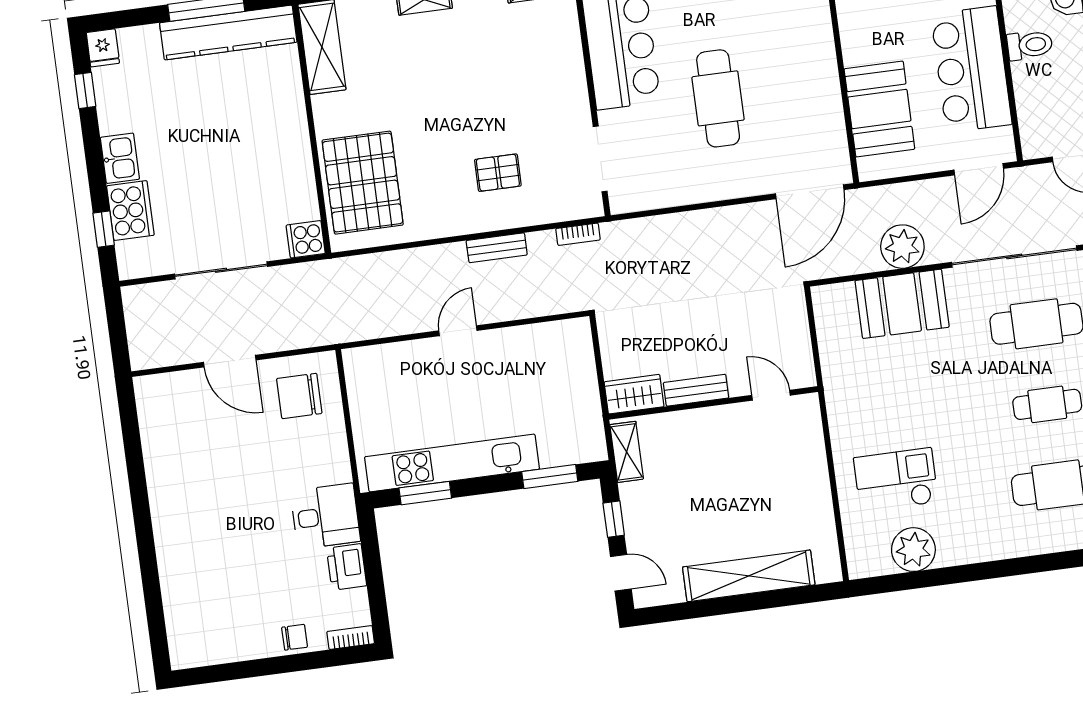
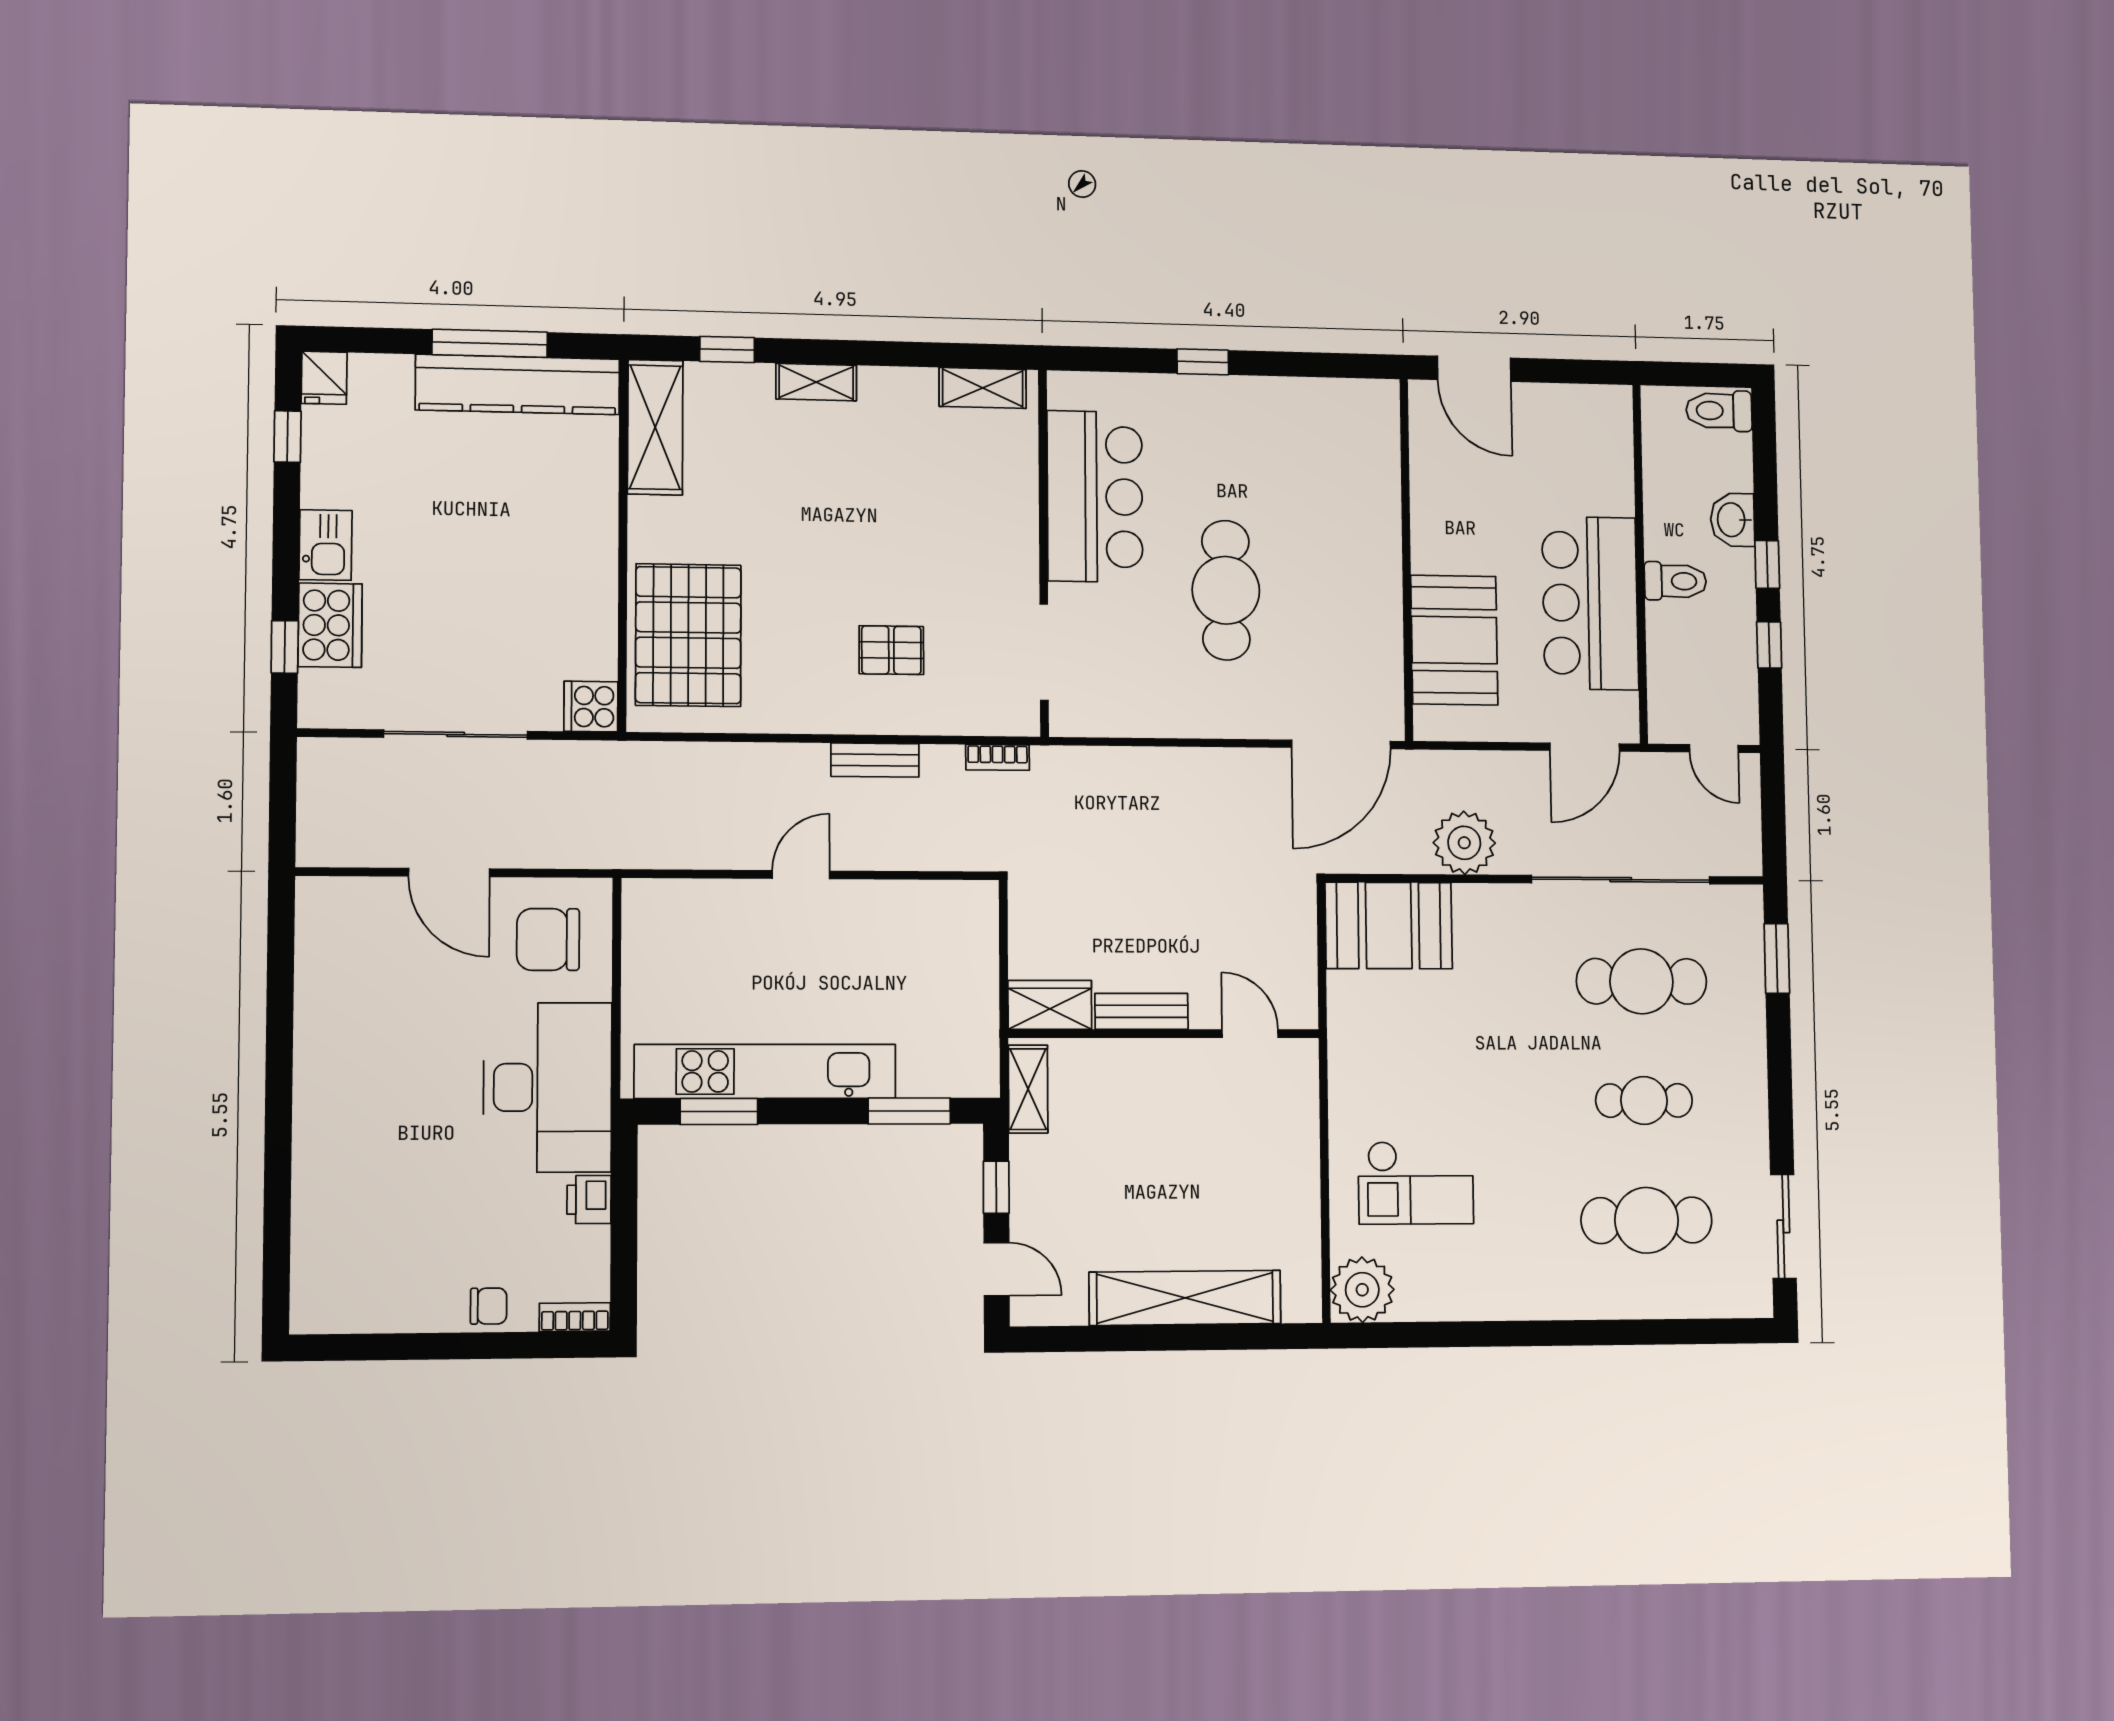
booth: (902, 304) -> (1389, 925), moved
checkout: (896, 480) -> (1416, 1183), turned 180
desk: (325, 516) -> (548, 1087), width x1.87, depth x1.30
plant: (913, 550) -> (1362, 1290), moved
printer: (347, 567) -> (589, 1200), width x0.73, depth x0.81

